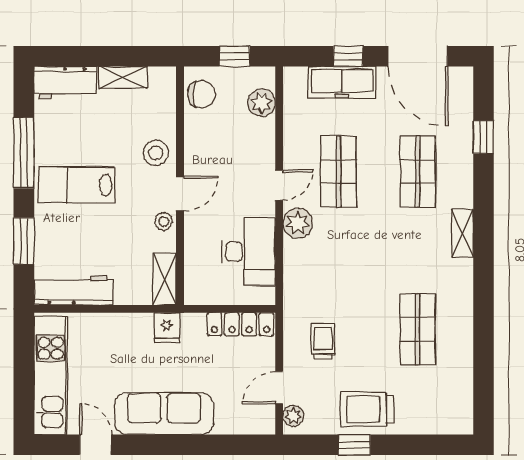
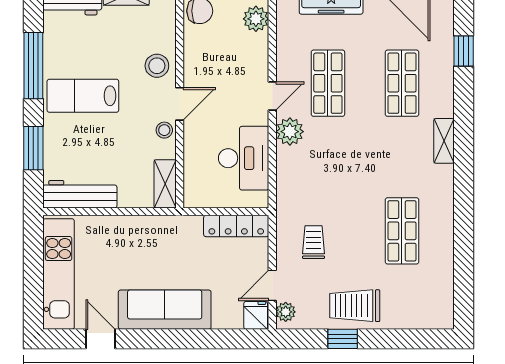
fridge: (167, 328) -> (256, 315), moved, turned 180

